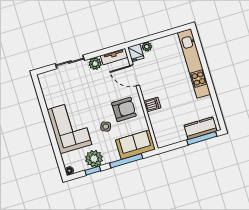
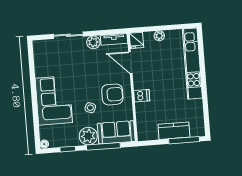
plant: (147, 47) -> (159, 36), moved
kitchen counter: (200, 128) -> (174, 131), moved
plant: (94, 159) -> (88, 136), moved

